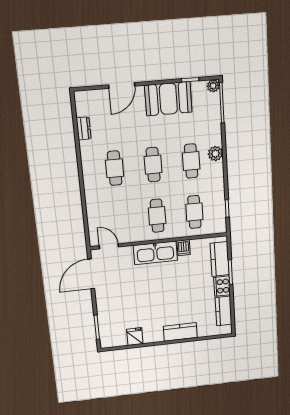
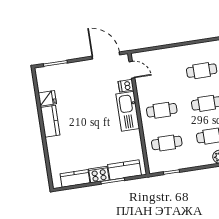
door: (109, 246) -> (132, 70), hinge flipped
dishwasher: (184, 248) -> (126, 86), moved
kitchen counter: (180, 332) -> (50, 121), moved

